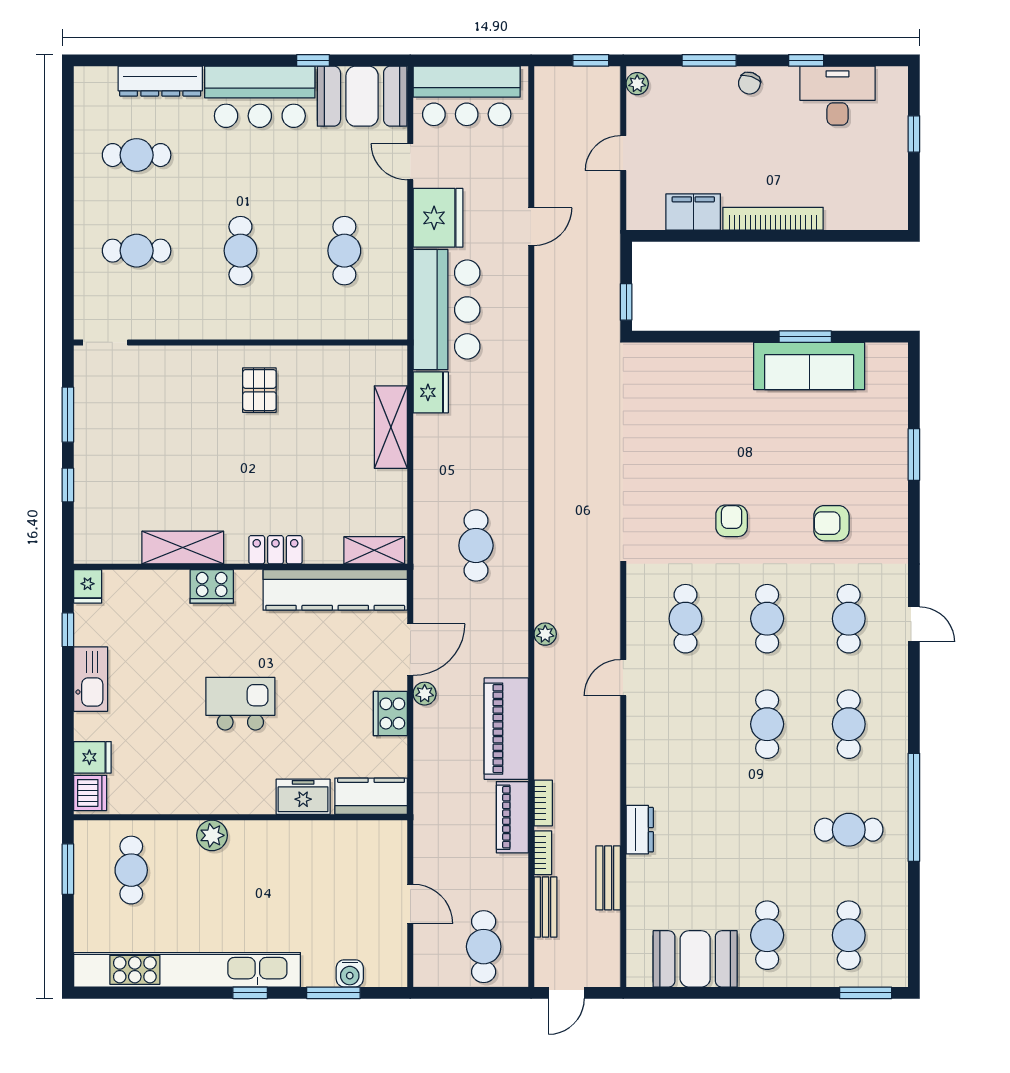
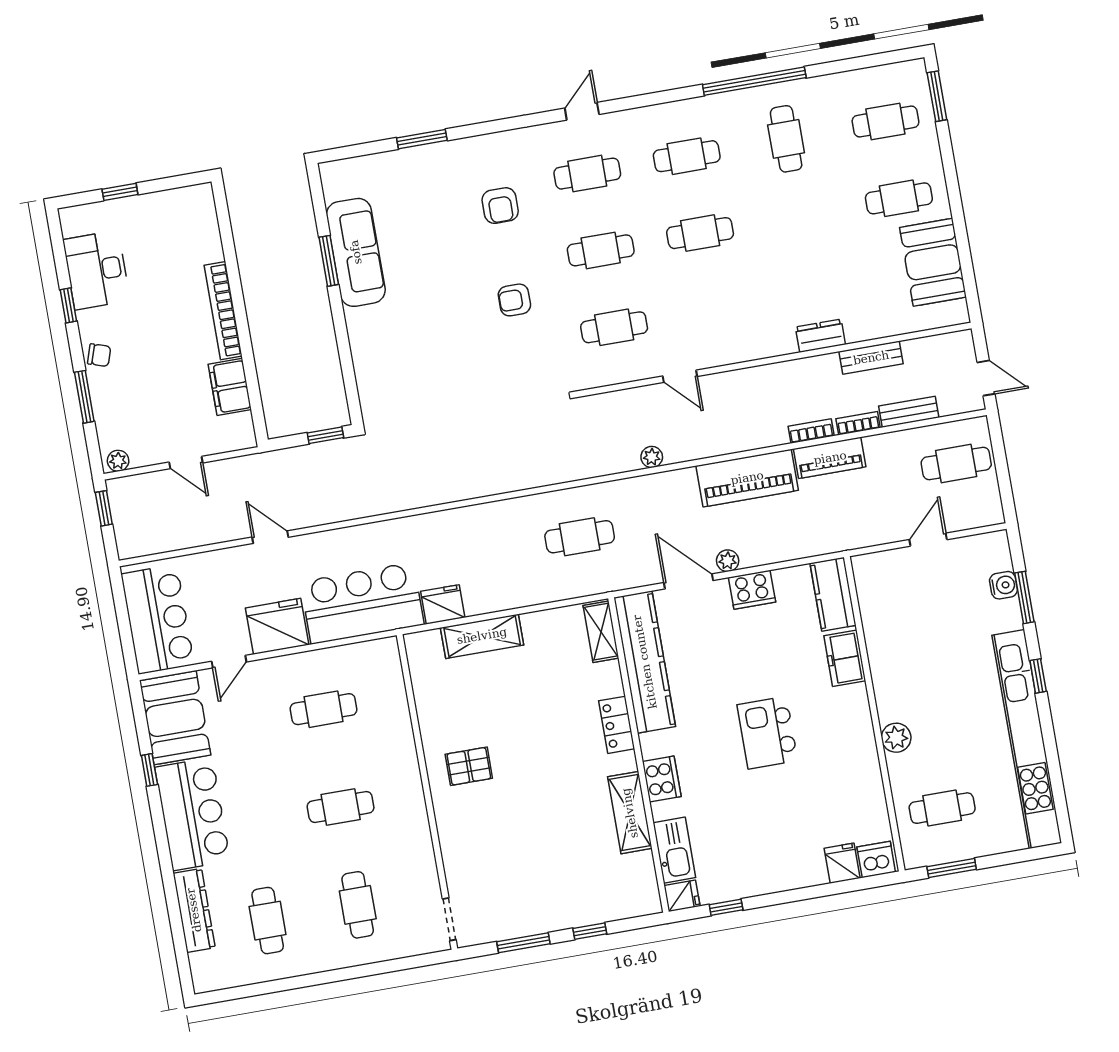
kitchen sink: (91, 679) -> (674, 850), moved, turned 90

